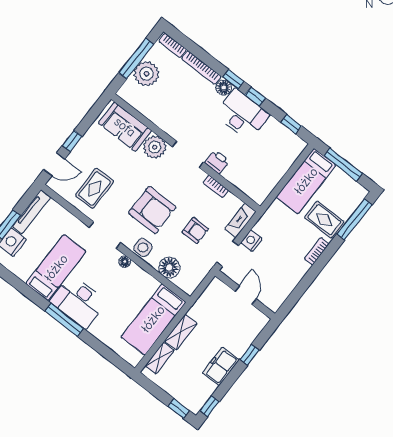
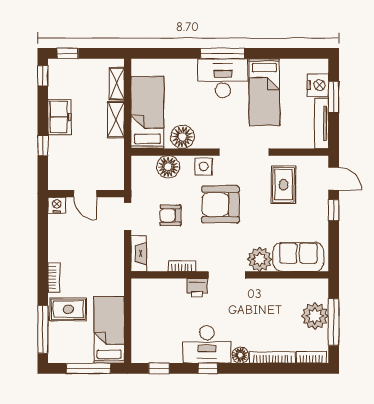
window: (233, 79) -> (238, 368), removed
door: (54, 164) -> (334, 179), swing flipped
doorway: (105, 235) -> (244, 152), width x1.36
nightstand: (252, 241) -> (57, 205), moved, turned -90
floor lamp: (125, 262) -> (182, 137), moved, width x1.89, depth x1.89

